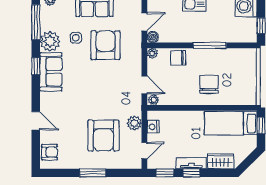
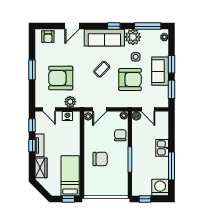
sofa: (51, 72) -> (104, 38), width x1.36
coffee table: (92, 82) -> (102, 69), added

